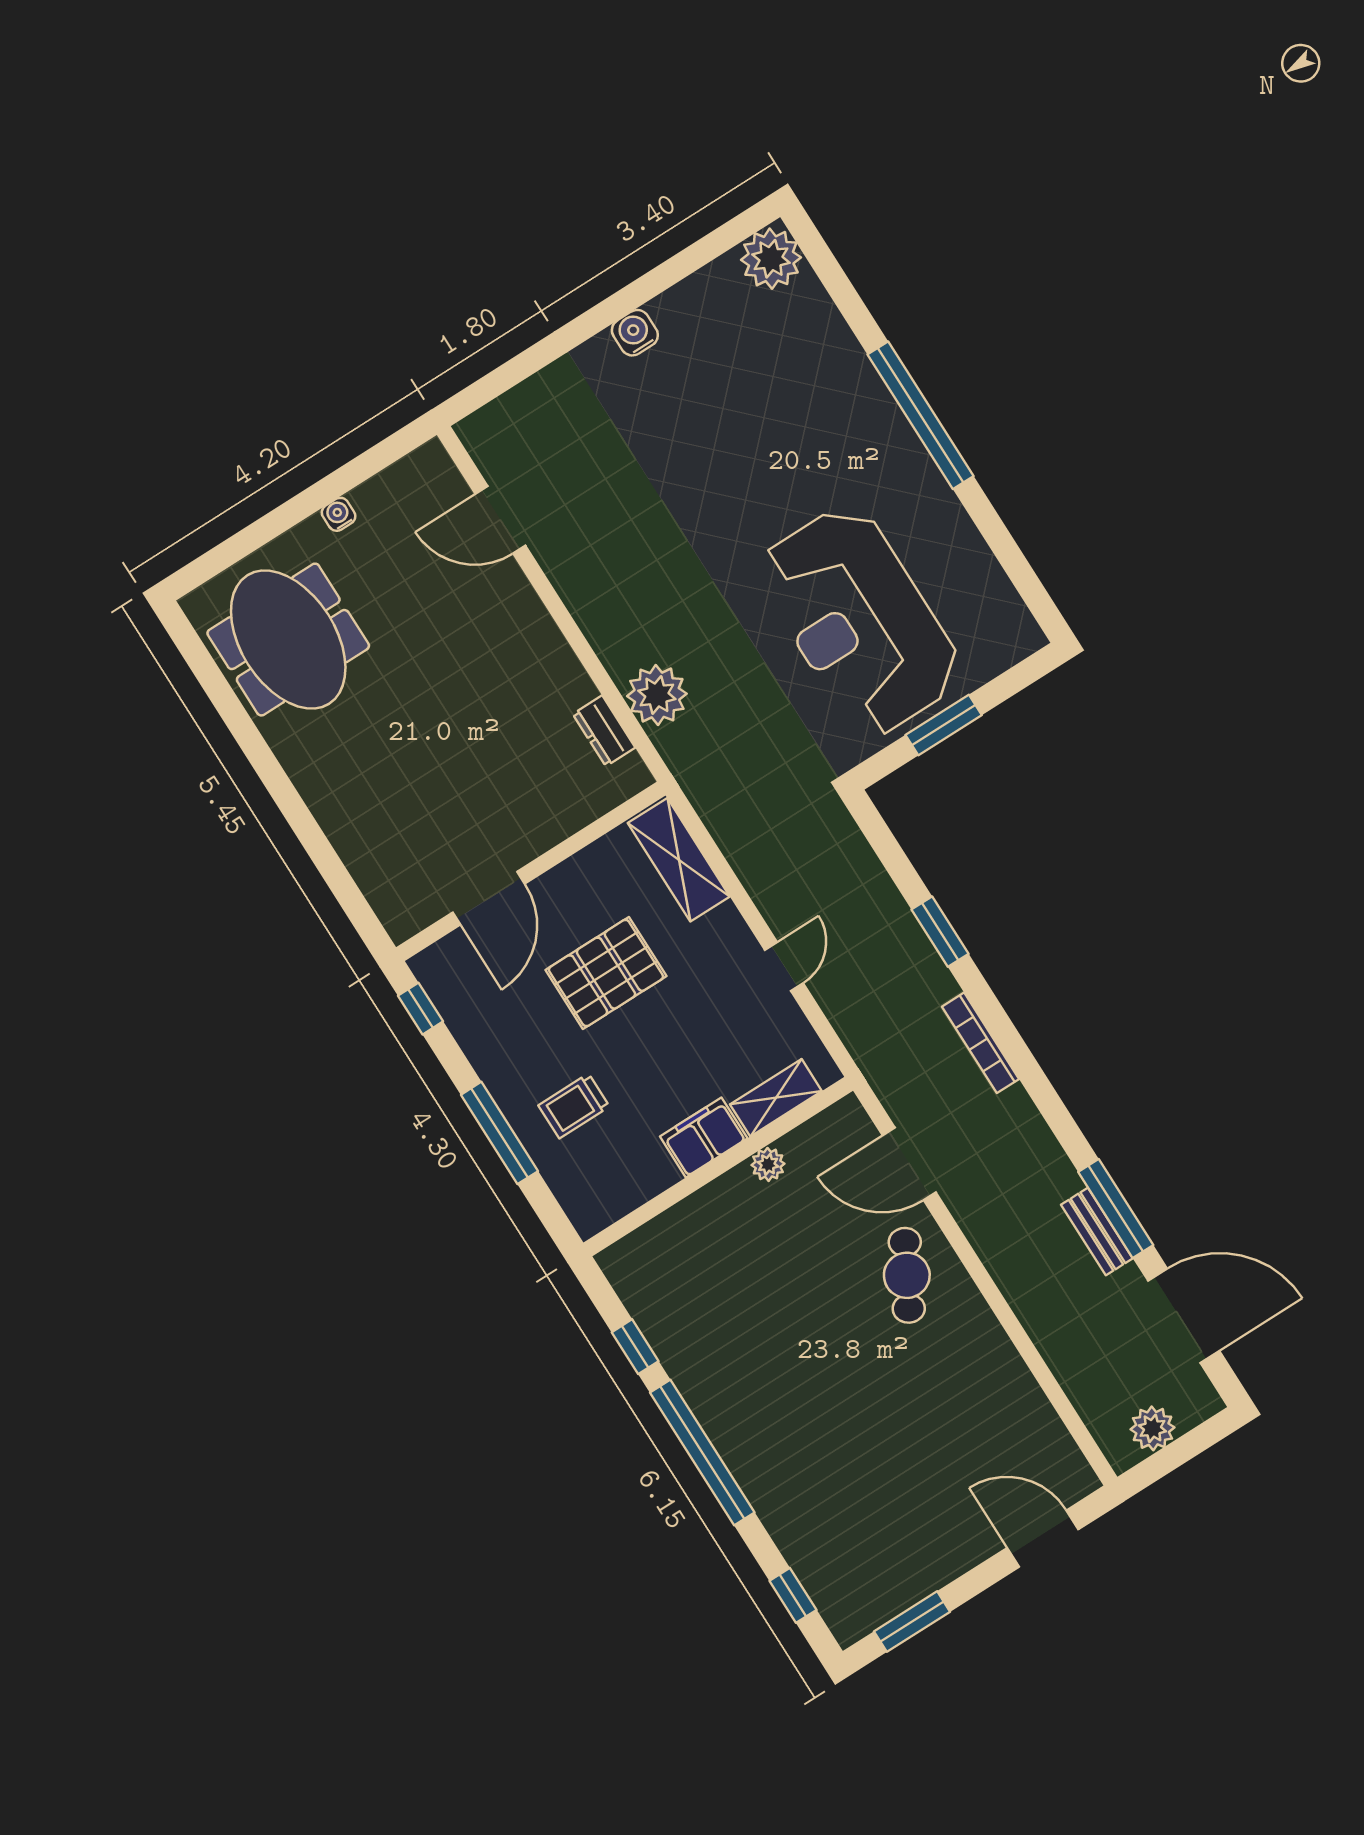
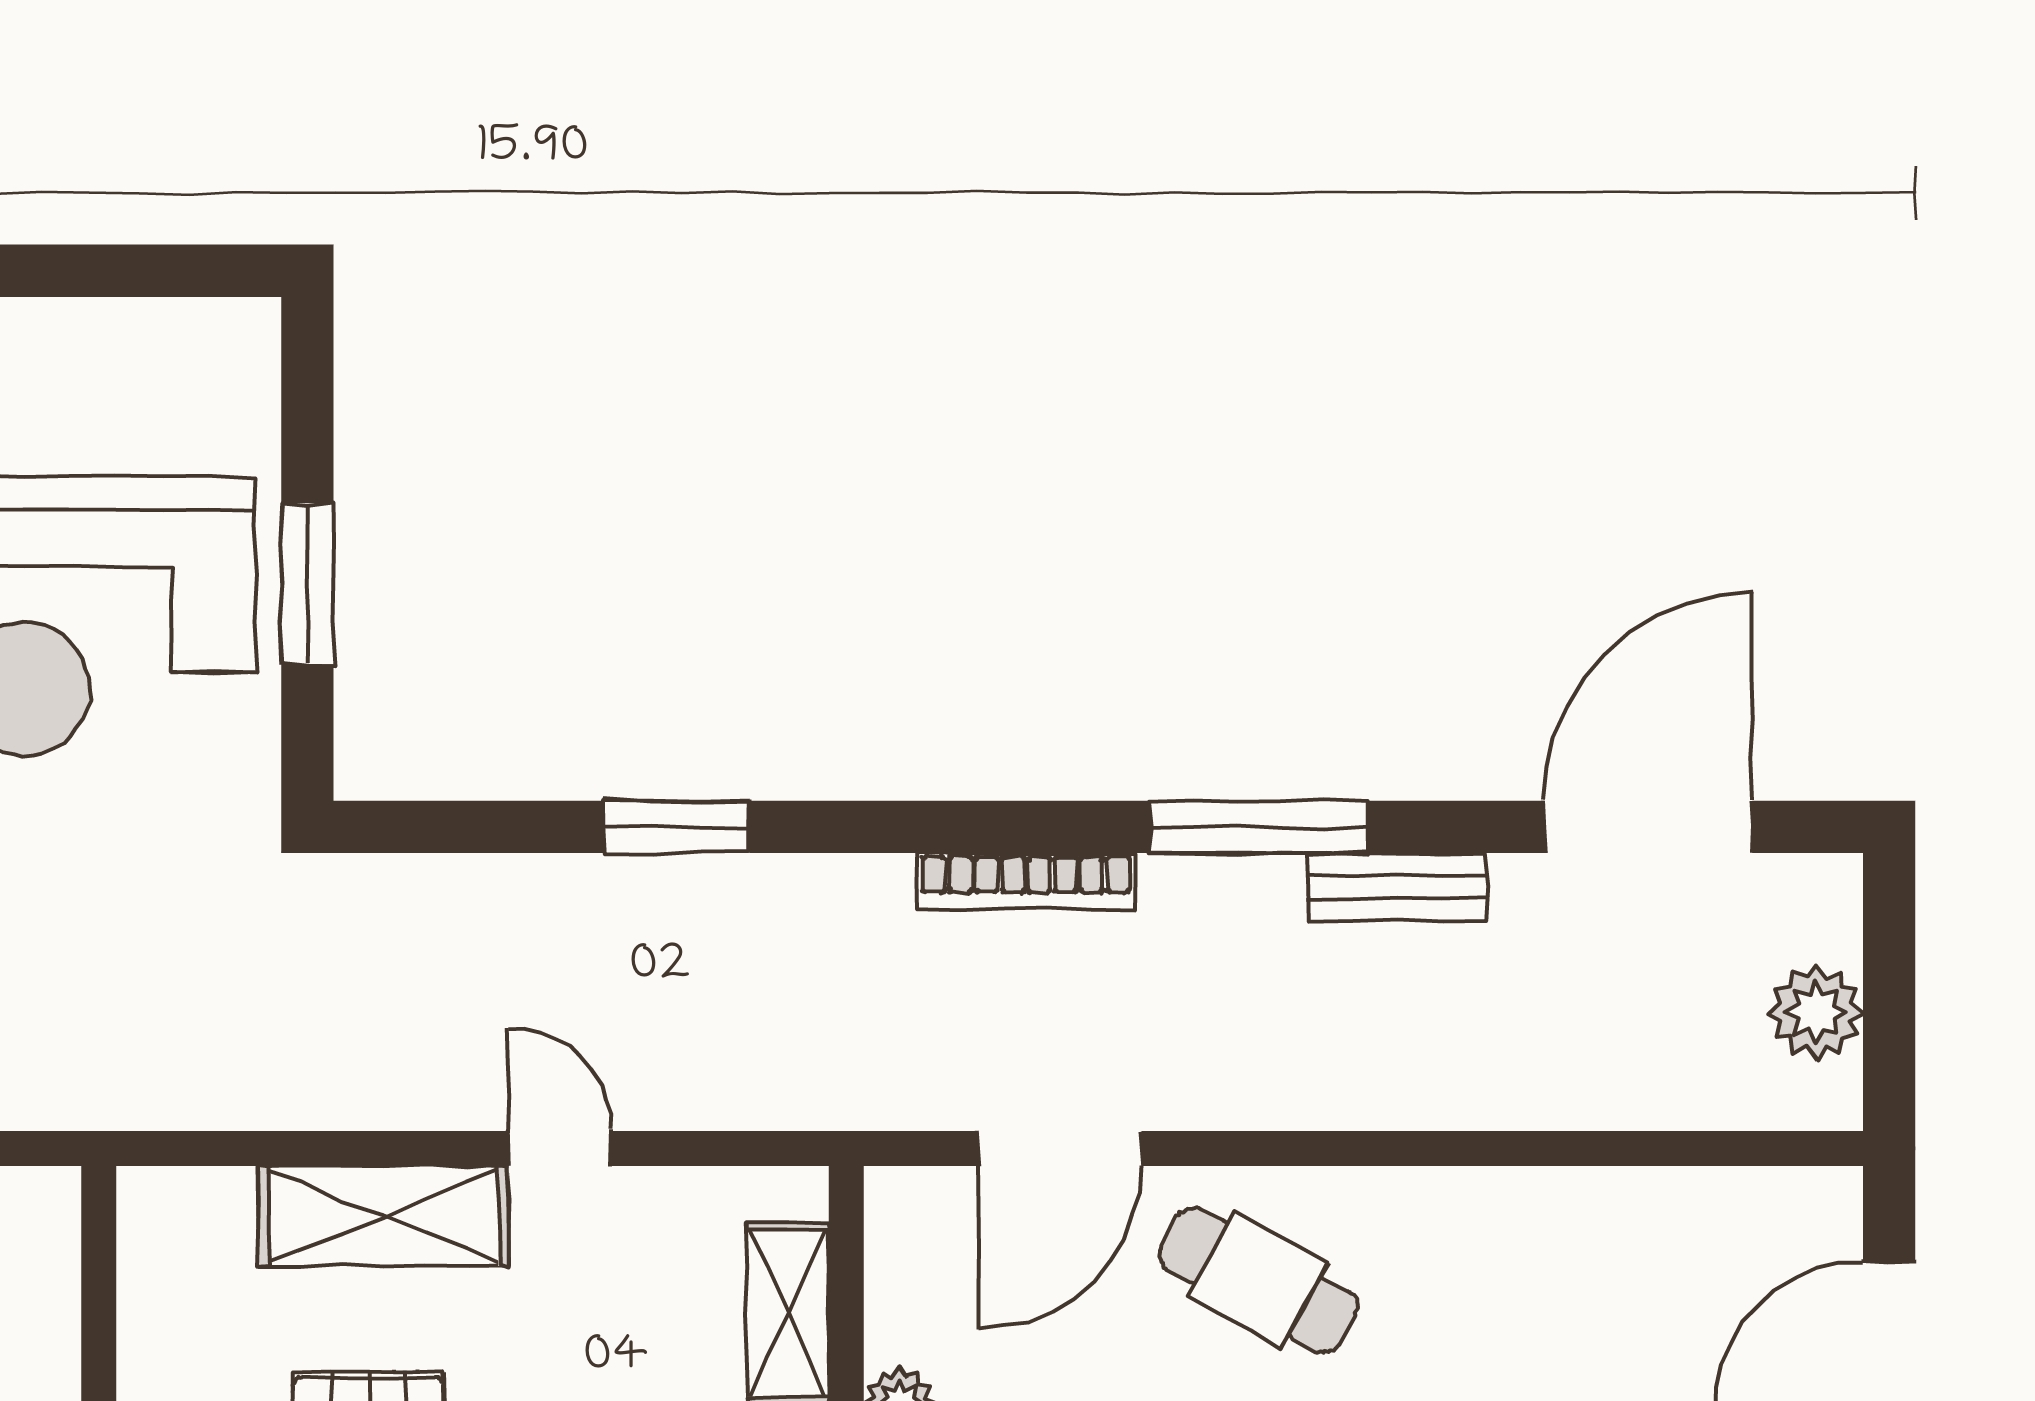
shelving: (679, 860) -> (383, 1216), moved
bookcase: (981, 1043) -> (1026, 881), moved
window: (1116, 1208) -> (1259, 827), moved

